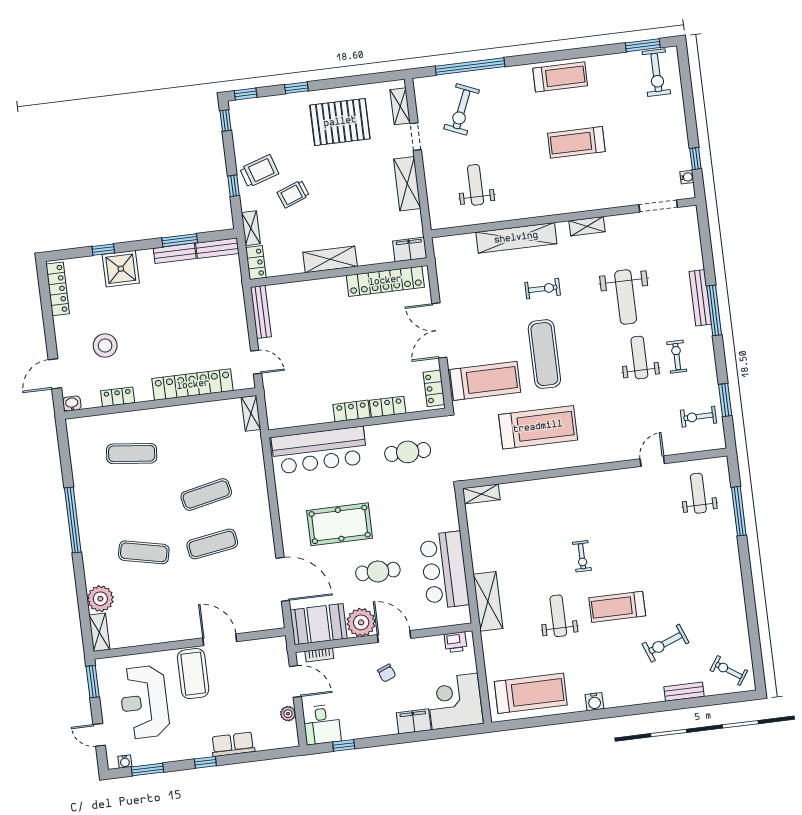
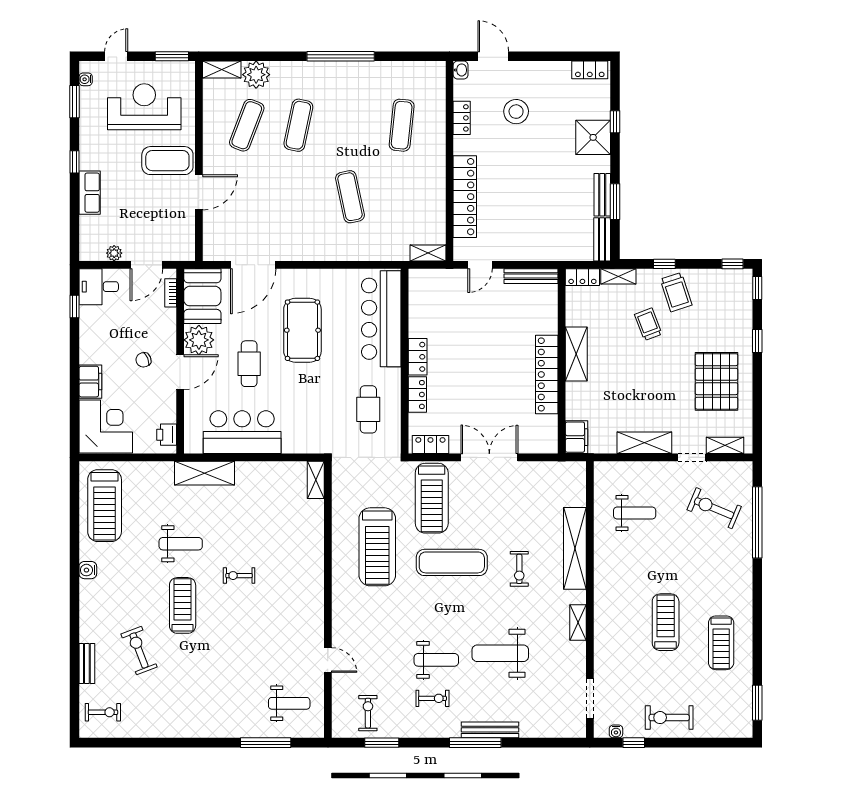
exercise bike: (656, 73) -> (669, 718), moved
treadmill: (560, 77) -> (721, 643), moved
locker: (385, 281) -> (547, 374), moved
locker: (58, 289) -> (590, 70), width x0.66
exercise mat: (212, 544) -> (247, 125), moved, turned 30
exercise bike: (729, 670) -> (103, 712), turned 56

